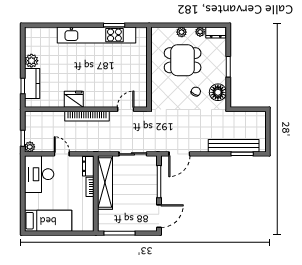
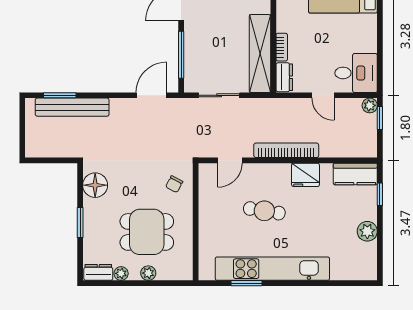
cafe table: (102, 75) -> (264, 211), added
kitchen counter: (32, 84) -> (355, 174), moved, turned -90
chair: (196, 92) -> (174, 184), moved
desk: (39, 174) -> (356, 73), width x0.73

